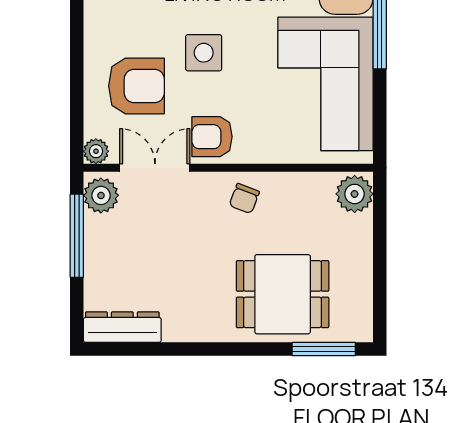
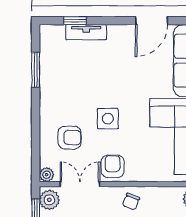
armchair: (136, 86) -> (70, 138), width x0.72, depth x0.72
armchair: (212, 137) -> (113, 166), turned 90

